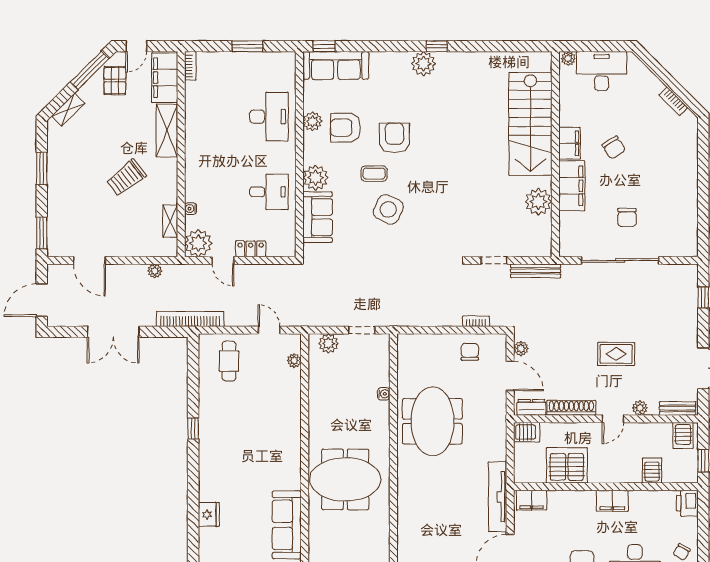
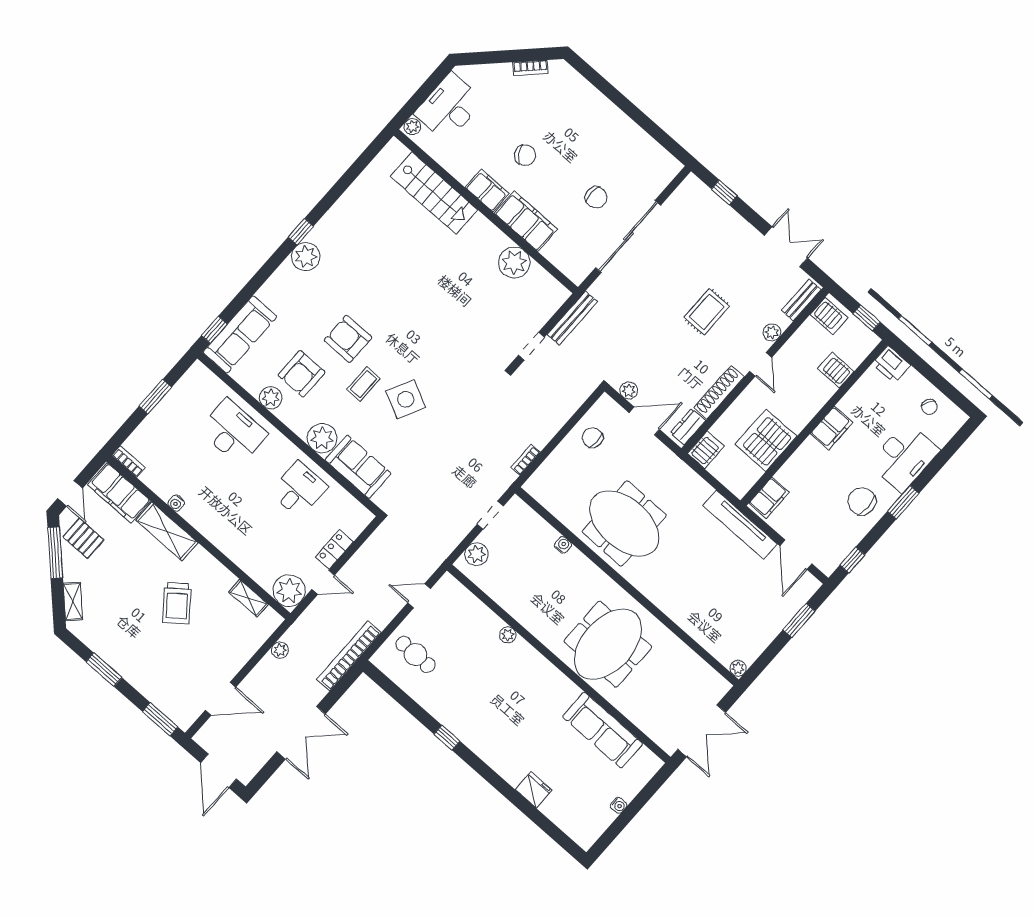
stairs: (530, 124) -> (434, 193), width x0.73, depth x0.66
water cooler: (191, 209) -> (176, 503), moved
bookcase: (476, 321) -> (526, 460), moved
plant: (294, 361) -> (508, 635), moved

